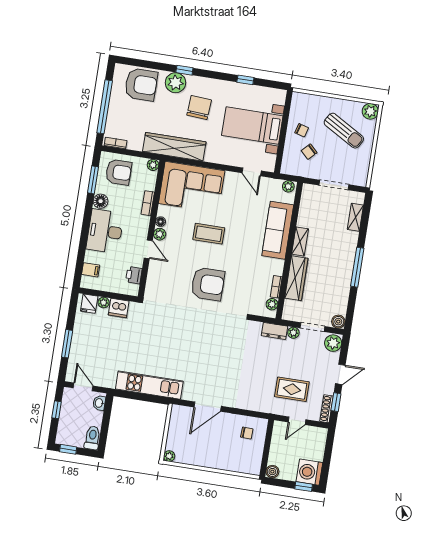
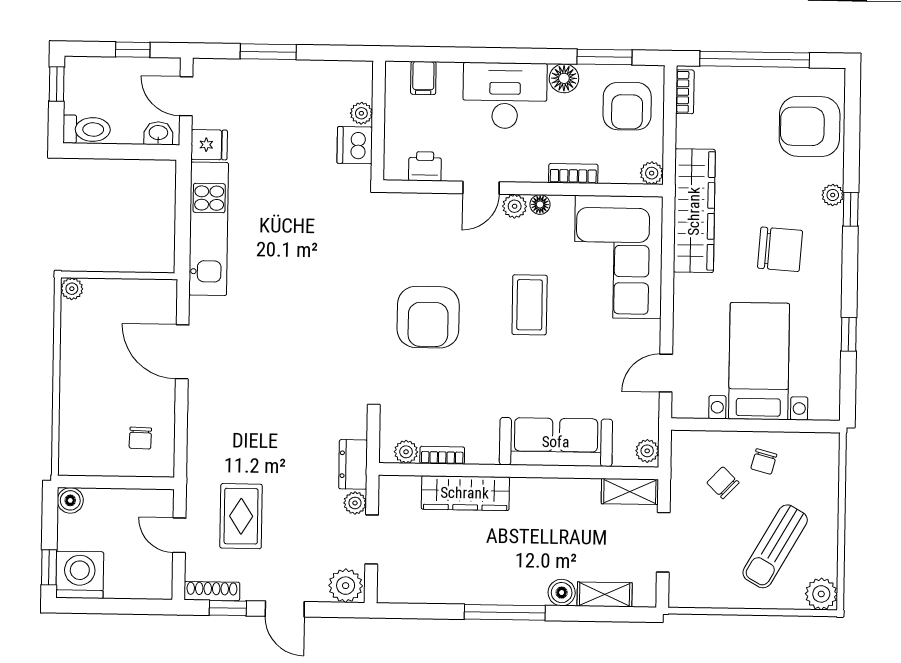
plant: (176, 83) -> (833, 195), width x0.53, depth x0.53
armchair: (141, 85) -> (810, 126), turned 90
shelving: (300, 242) -> (630, 492), moved
fridge: (89, 304) -> (209, 145), moved, turned 180
boiler: (338, 322) -> (562, 593), moved
door: (83, 387) -> (186, 96), swing flipped

